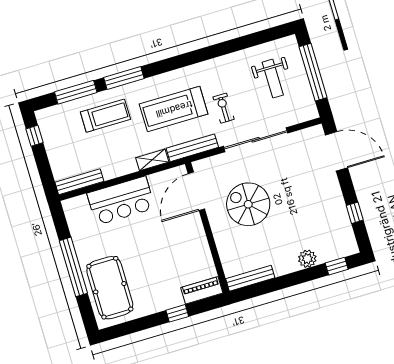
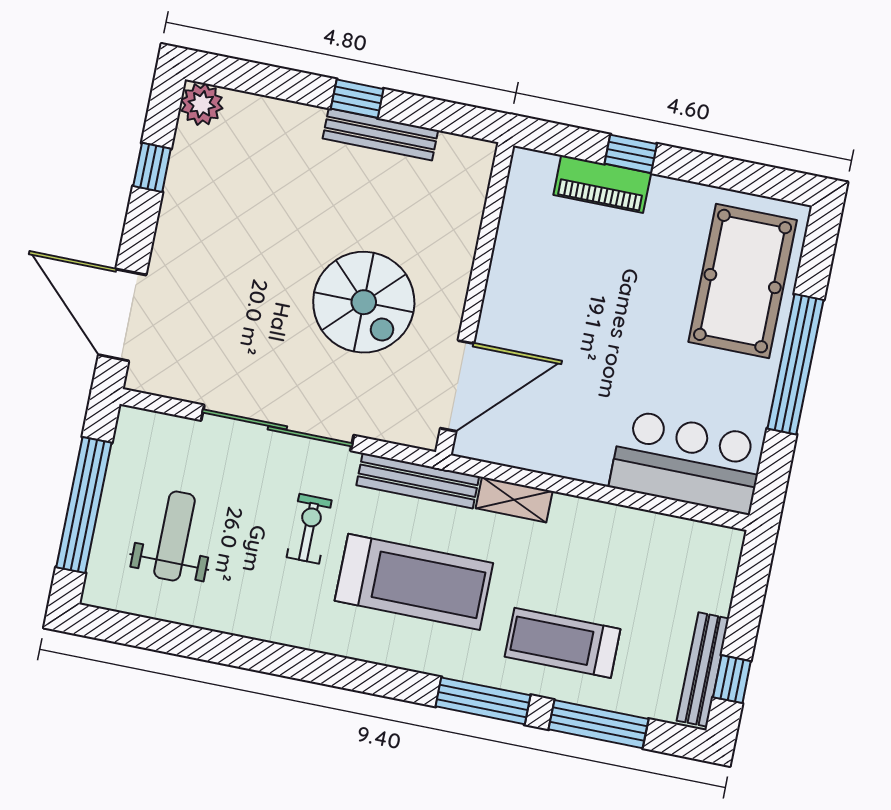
exercise bike: (224, 108) -> (309, 529), turned 180
bench: (79, 182) -> (703, 670), moved, turned 90
bar counter: (121, 201) -> (687, 462), moved
plant: (307, 259) -> (202, 104), moved
window: (337, 266) -> (357, 99), moved
bench: (250, 278) -> (380, 134), moved
piano: (202, 290) -> (602, 184), moved

